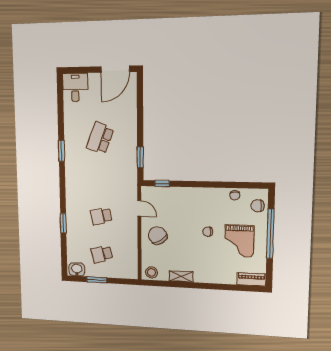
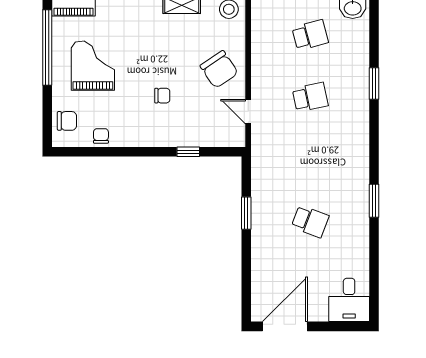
school desk: (100, 138) -> (310, 221), width x0.54
window: (140, 157) -> (246, 213), moved
window: (162, 183) -> (188, 152), moved
chair: (208, 232) -> (162, 96), moved
window: (270, 234) -> (47, 47), moved

